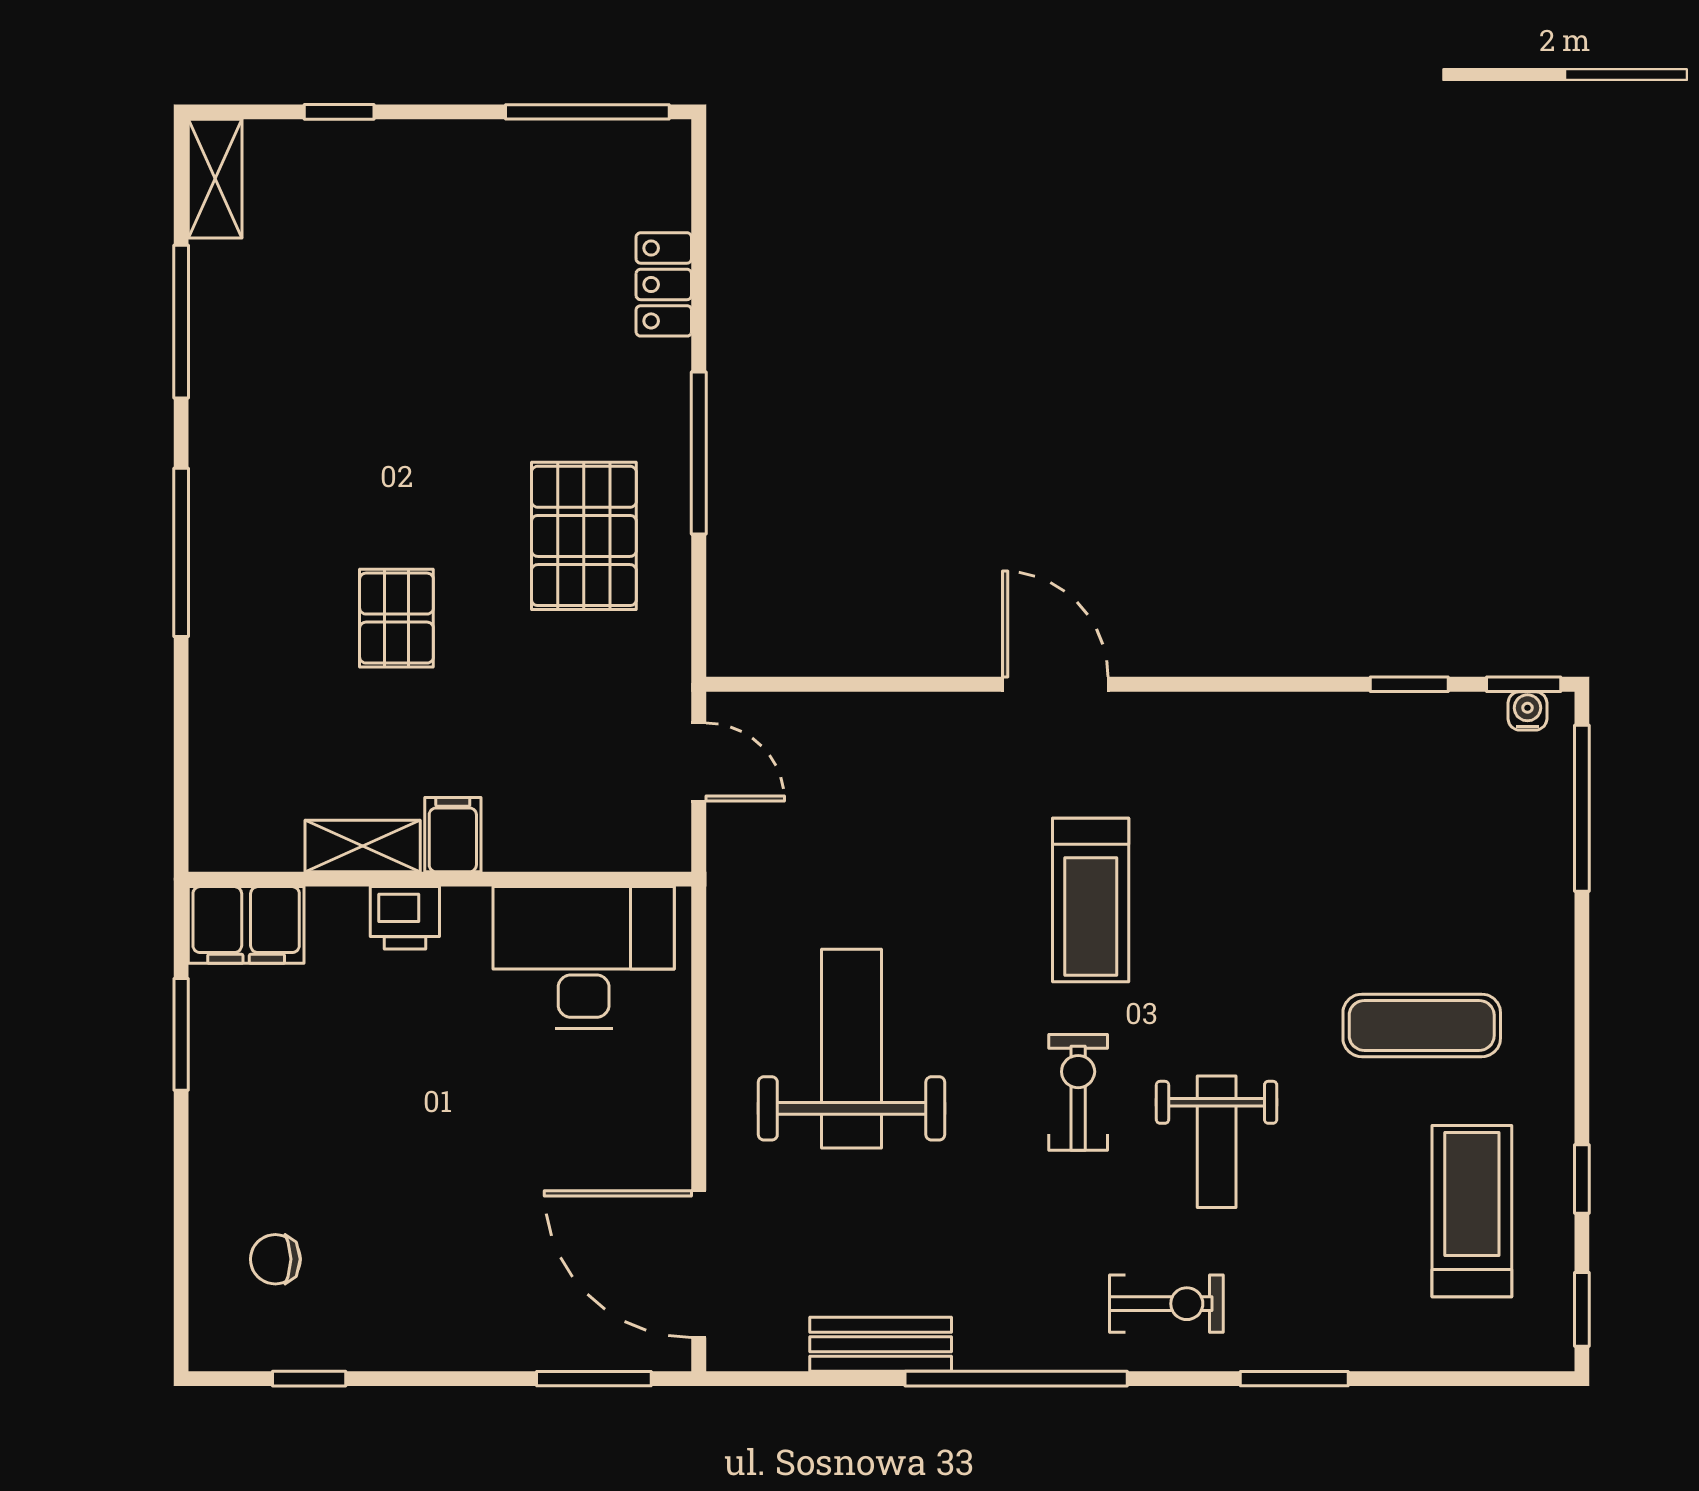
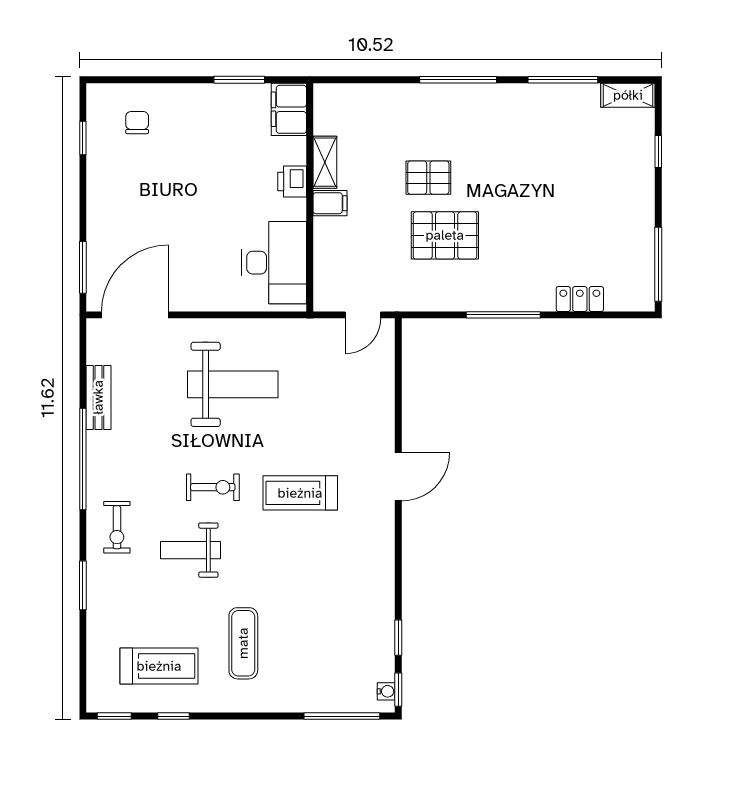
pallet: (584, 536) -> (445, 235), moved

